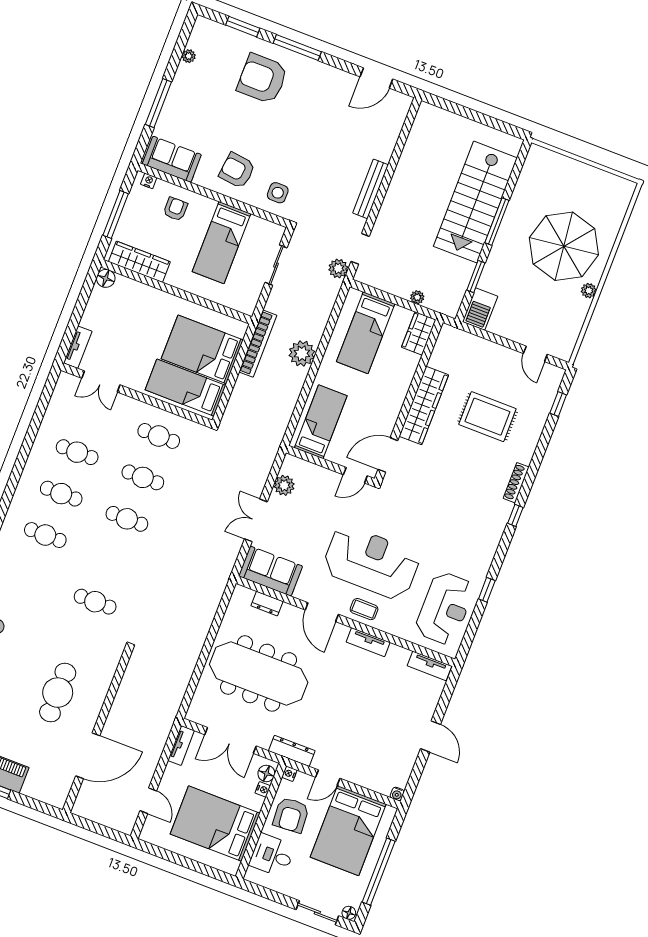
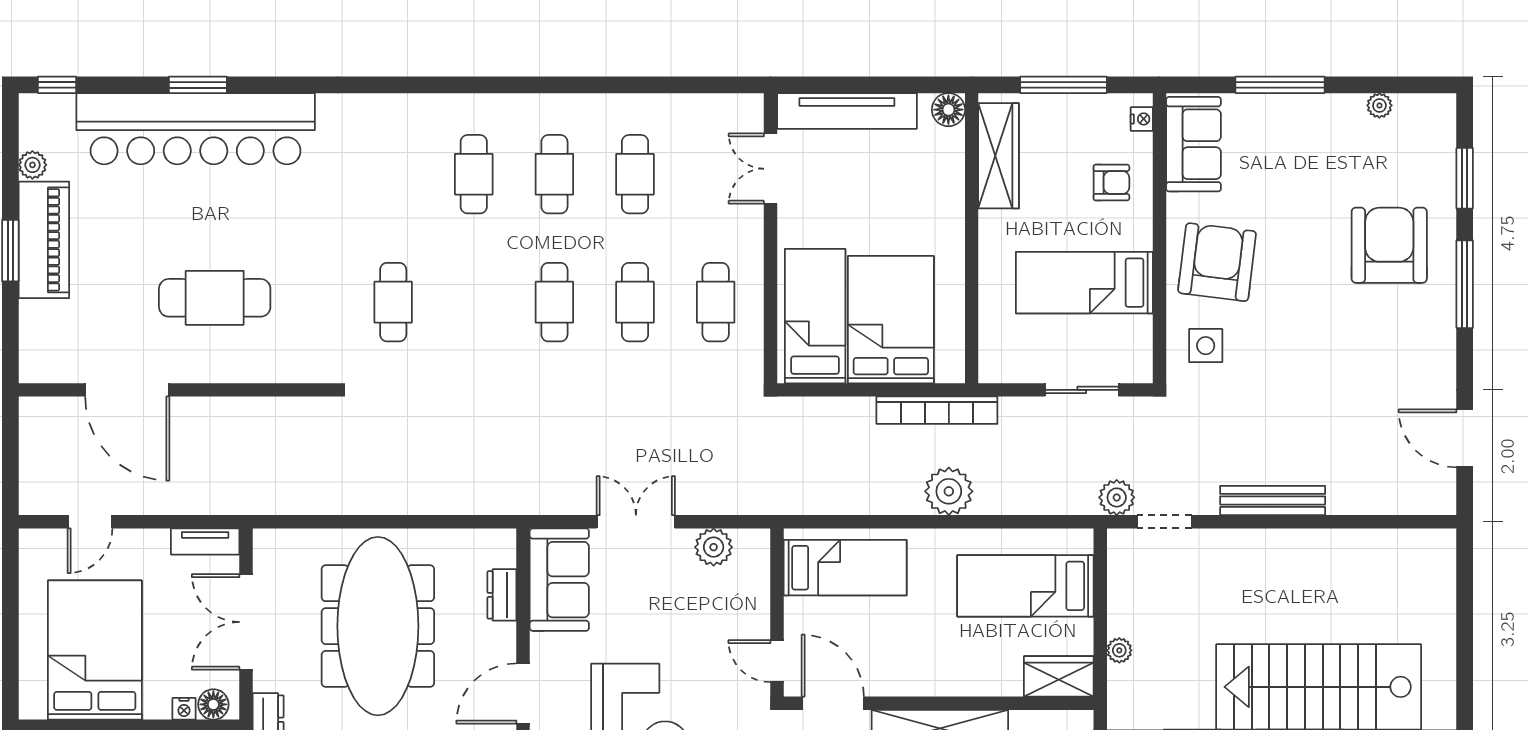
armchair: (237, 170) -> (1217, 262), width x1.36, depth x1.36
tv unit: (78, 347) -> (847, 111), width x1.92, depth x1.29

